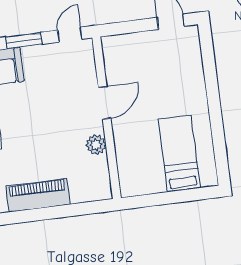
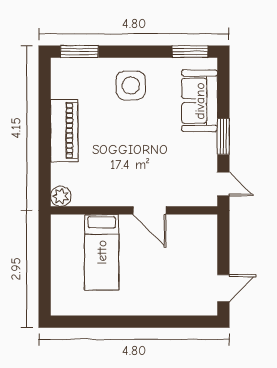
plant: (96, 145) -> (61, 196), moved
bed: (179, 153) -> (102, 252), moved, turned 90

